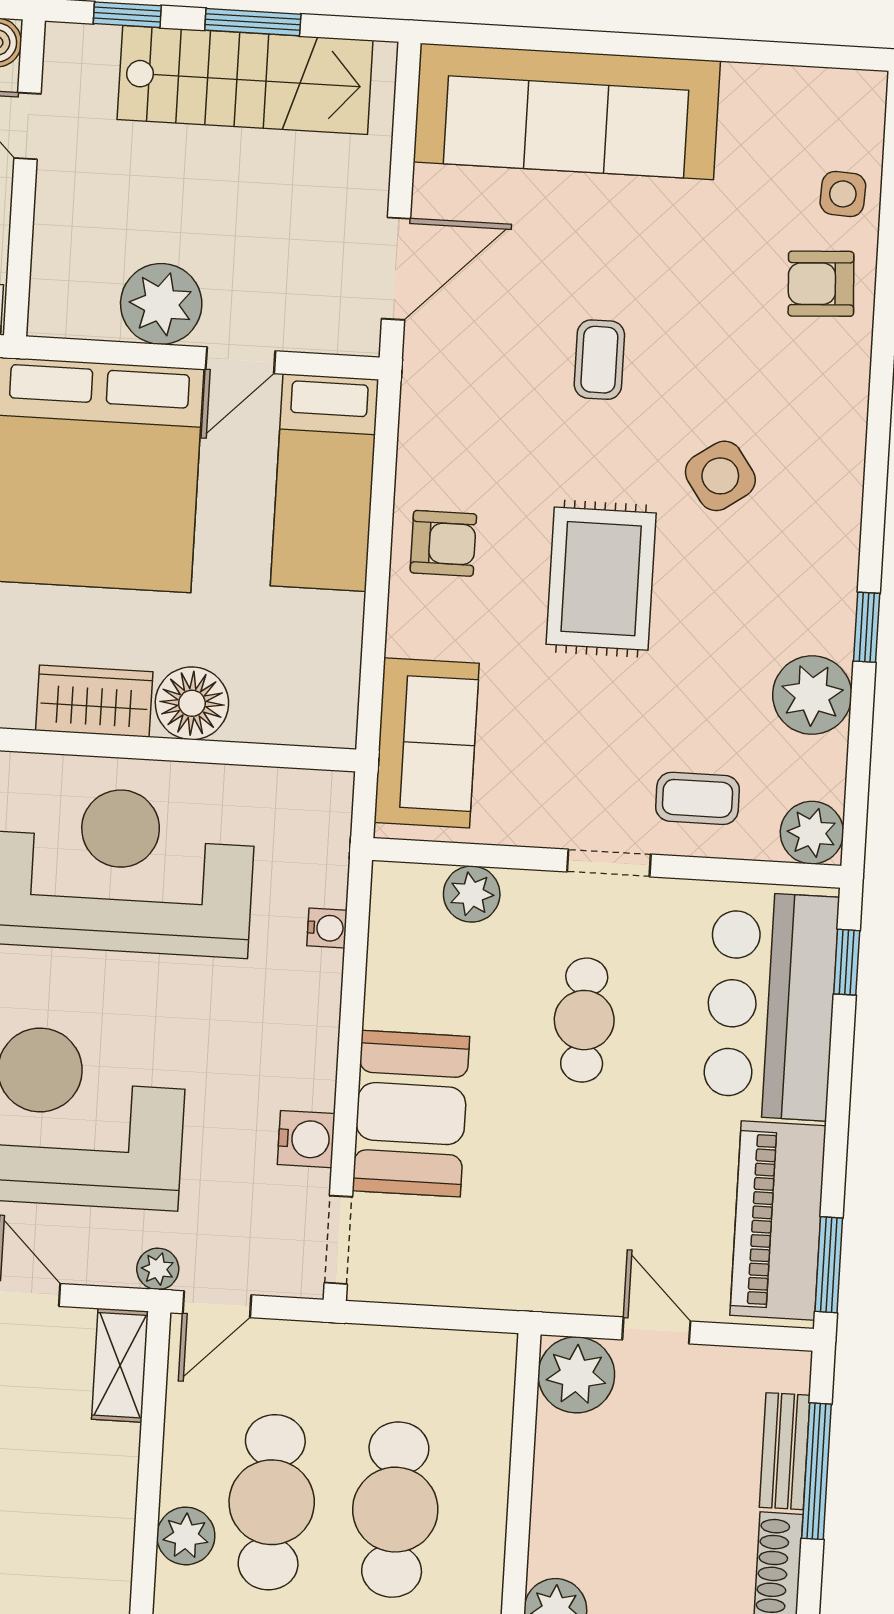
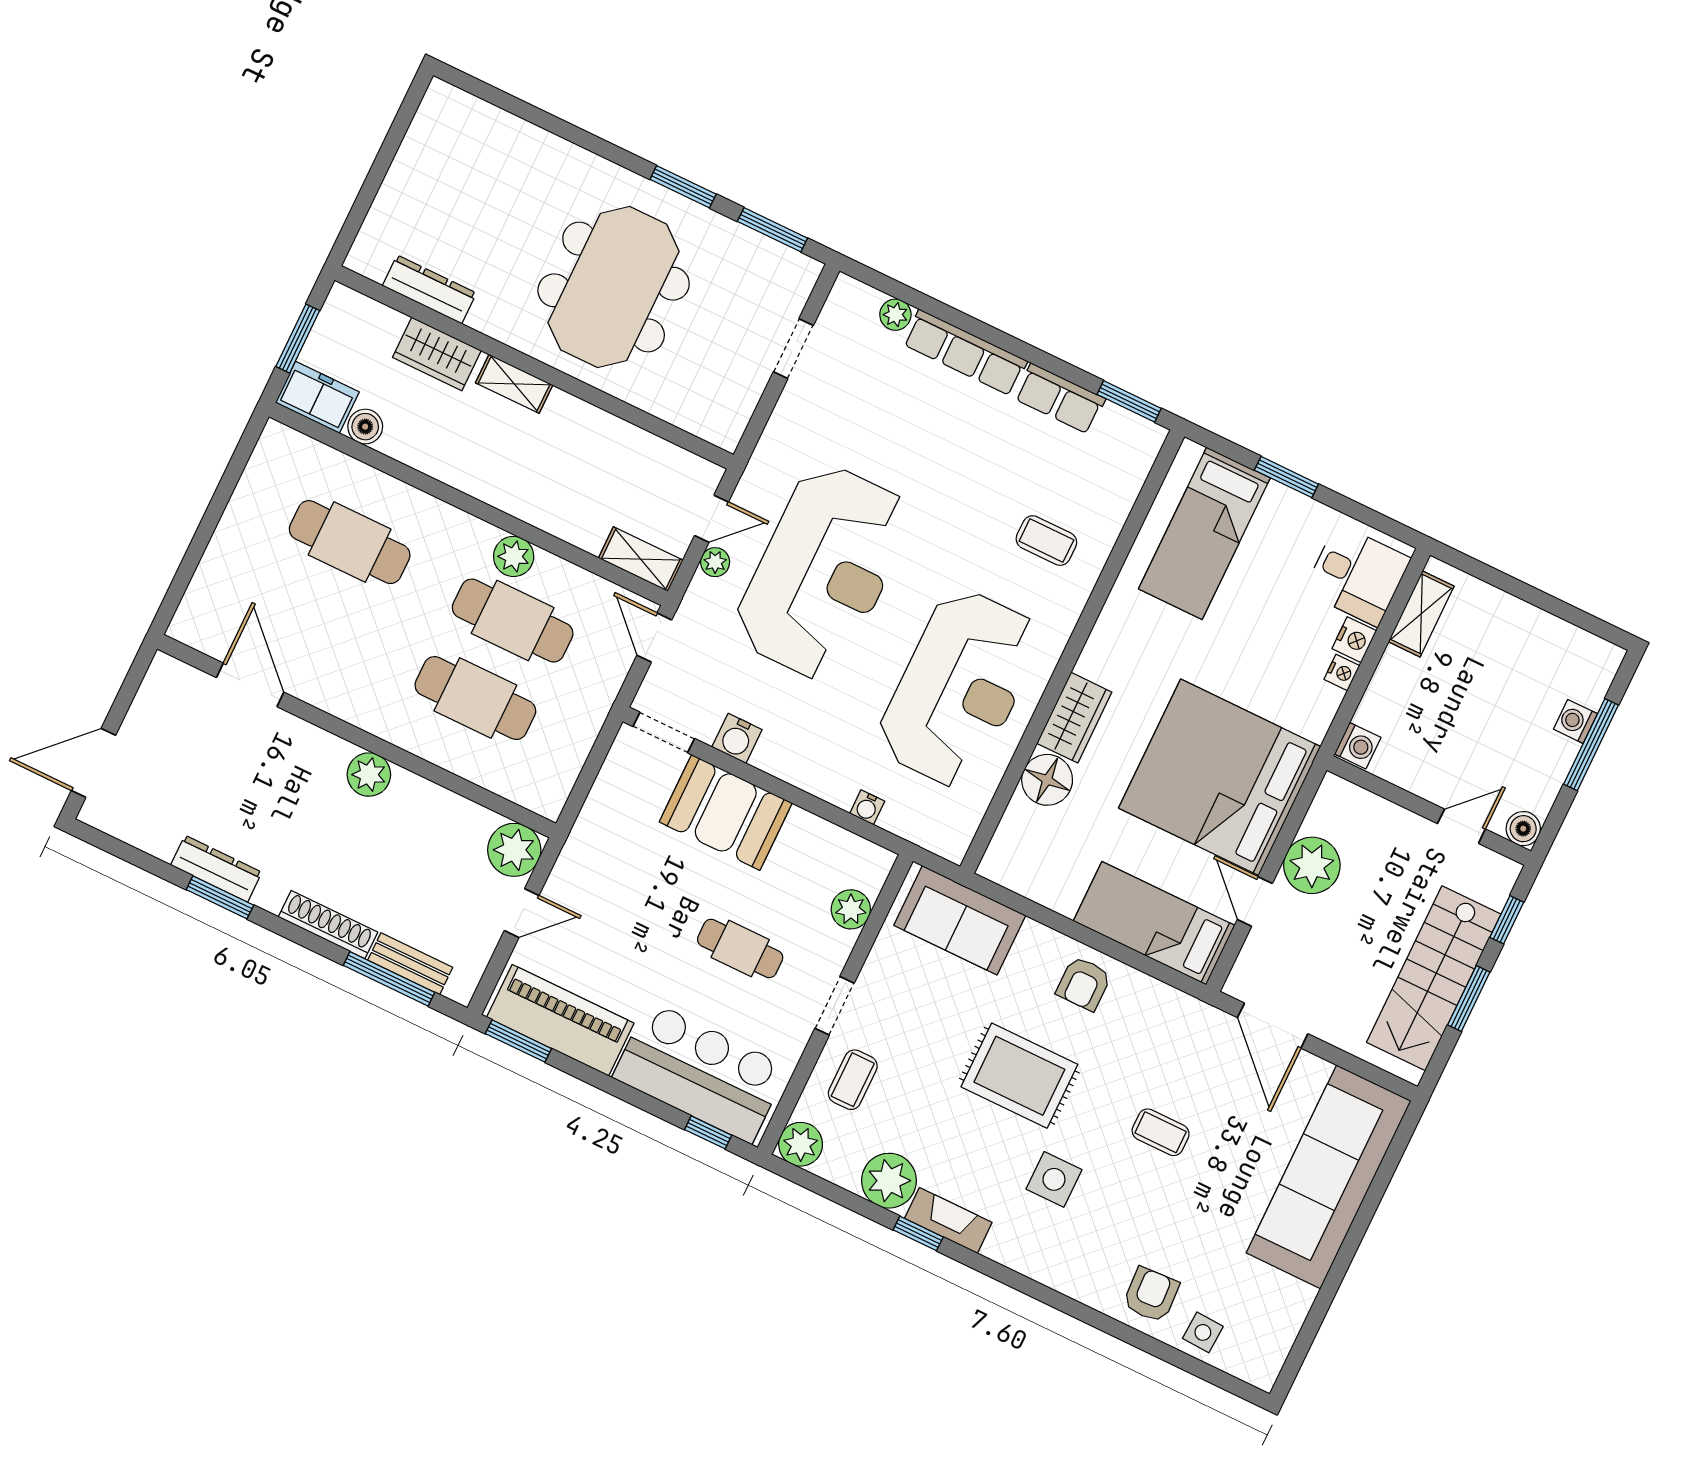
side table: (720, 476) -> (1054, 1179), turned 35
fireplace: (833, 594) -> (948, 1220), added
plant: (158, 1269) -> (715, 562), moved

